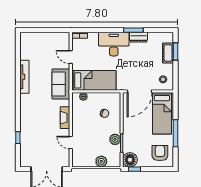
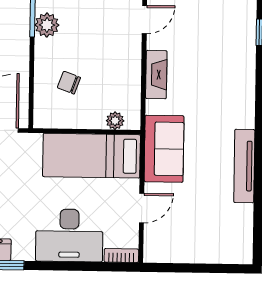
desk: (114, 44) -> (69, 235), moved
door: (71, 57) -> (142, 208), hinge flipped
door: (71, 143) -> (144, 20), hinge flipped

